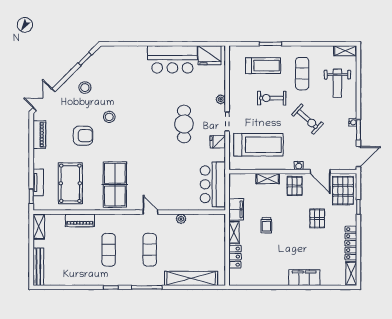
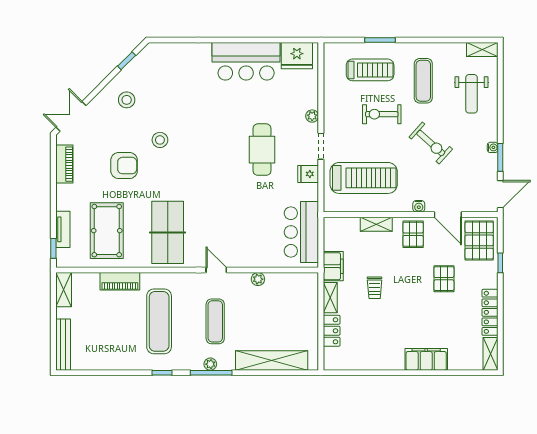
exercise mat: (109, 250) -> (159, 321), width x1.36, depth x1.45
plant: (146, 281) -> (210, 364), added

